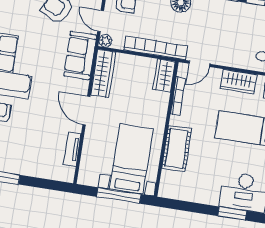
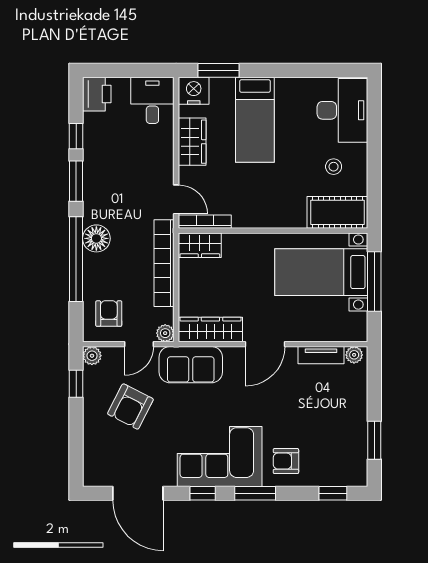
bookcase: (178, 96) -> (205, 222), moved
cot: (177, 149) -> (337, 212), moved
plant: (69, 173) -> (354, 355), added
stool: (205, 179) -> (334, 167), added
window: (232, 213) -> (374, 122), removed

